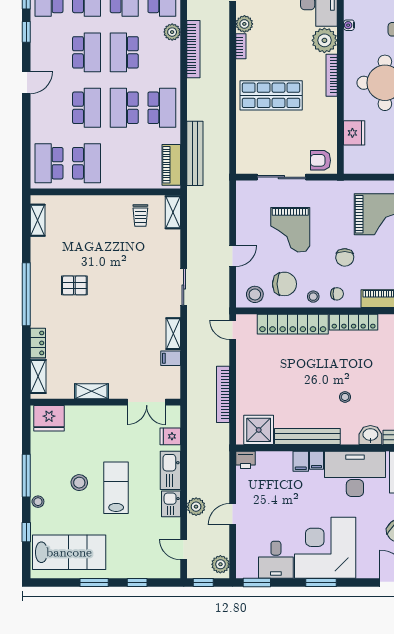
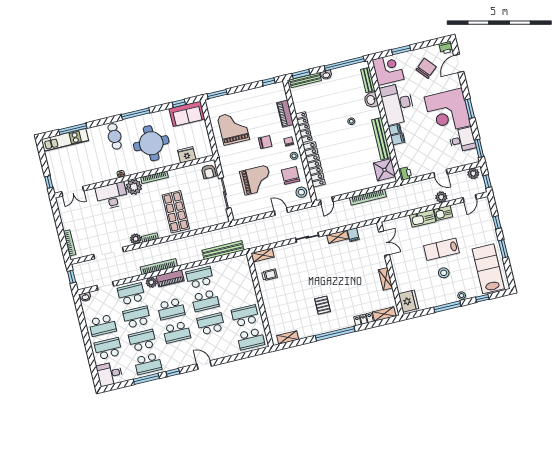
school desk: (87, 52) -> (177, 332), turned 180
piano: (171, 165) -> (170, 278), moved
fridge: (170, 436) -> (402, 223), removed

